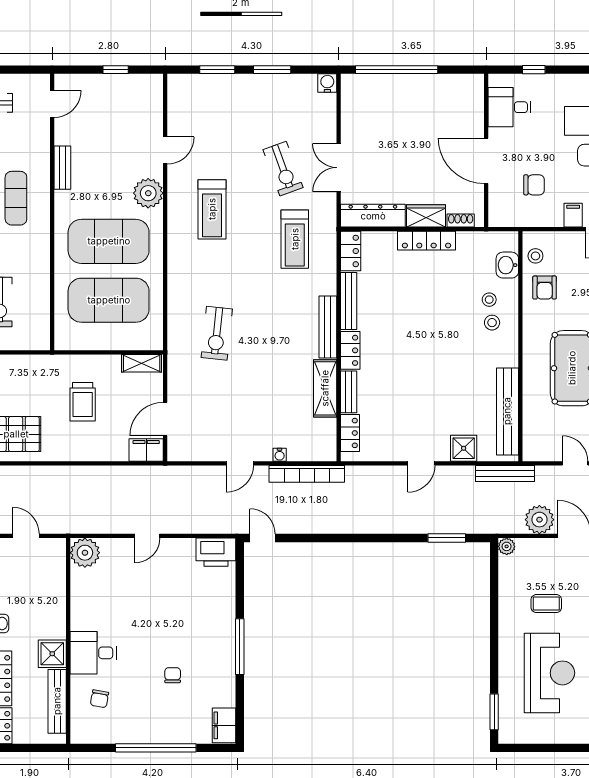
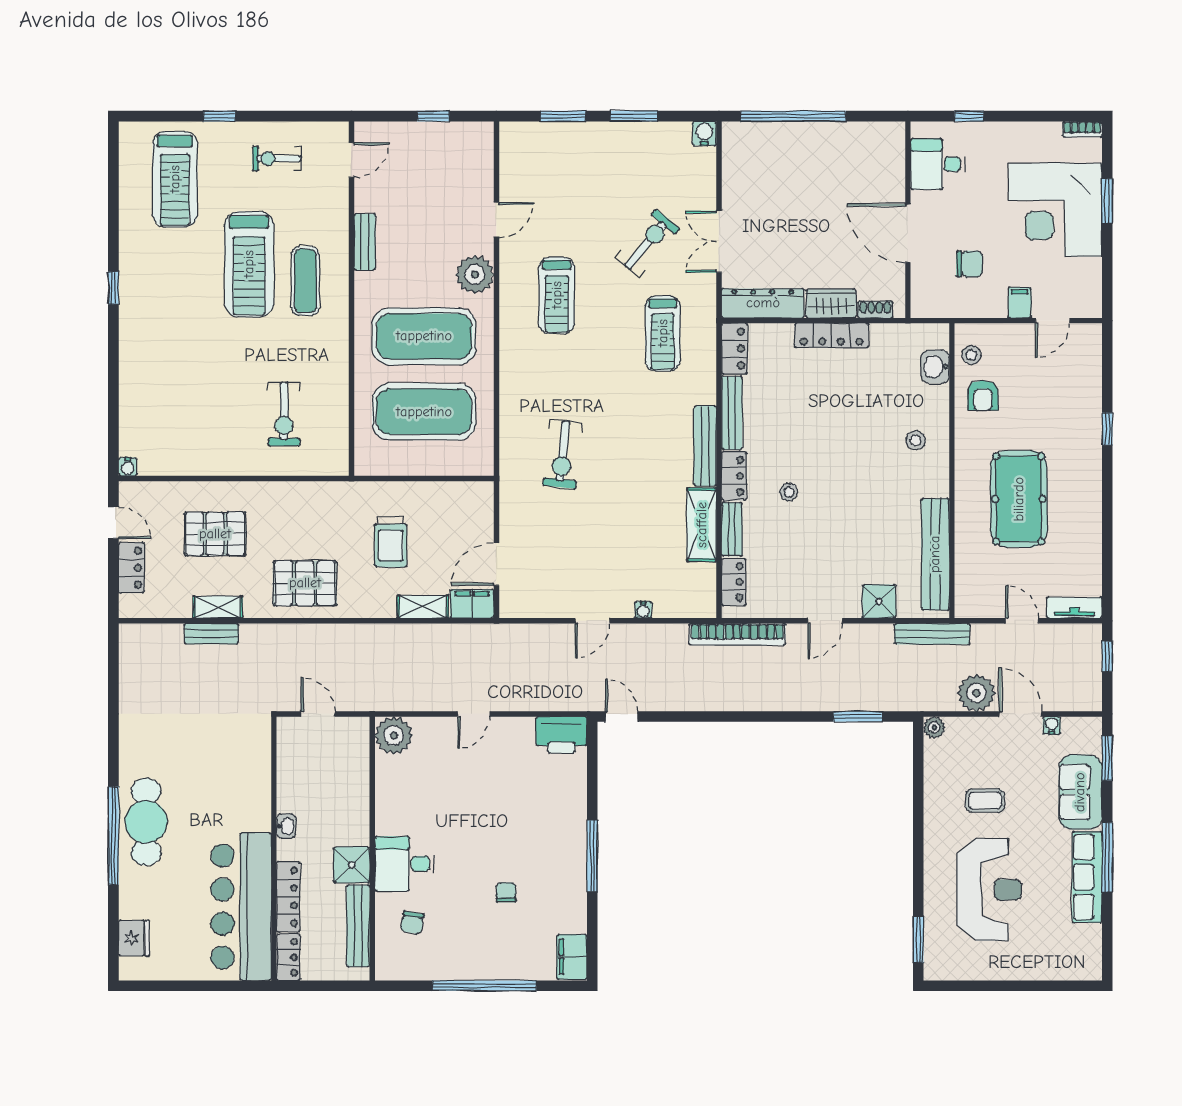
exercise bike: (283, 169) -> (648, 243), turned -120
stool: (489, 300) -> (789, 492), moved
shelving: (142, 363) -> (423, 607), moved
bookcase: (307, 474) -> (737, 634), moved

